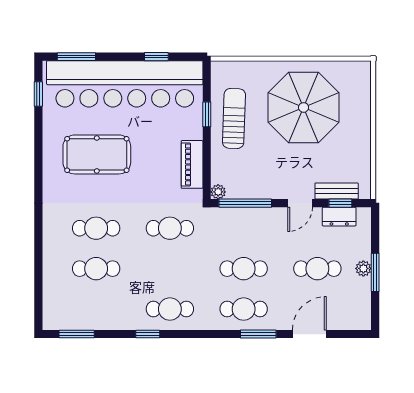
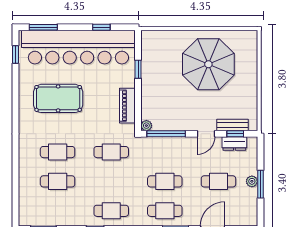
sun lounger: (234, 118) -> (158, 72), removed

